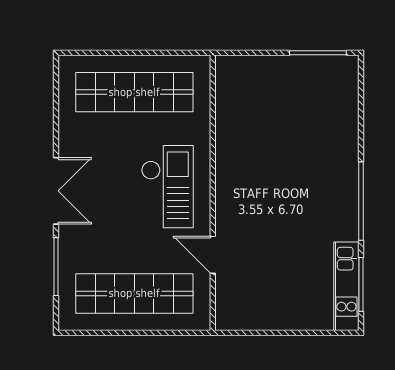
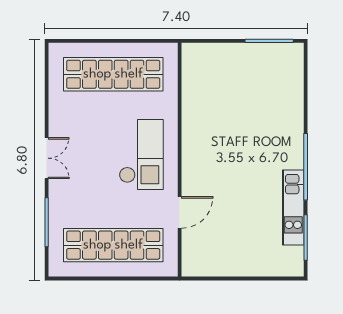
double door: (56, 191) -> (47, 158), width x0.73
door: (213, 255) -> (180, 212), swing flipped
kitchen unit: (346, 286) -> (293, 207), moved

